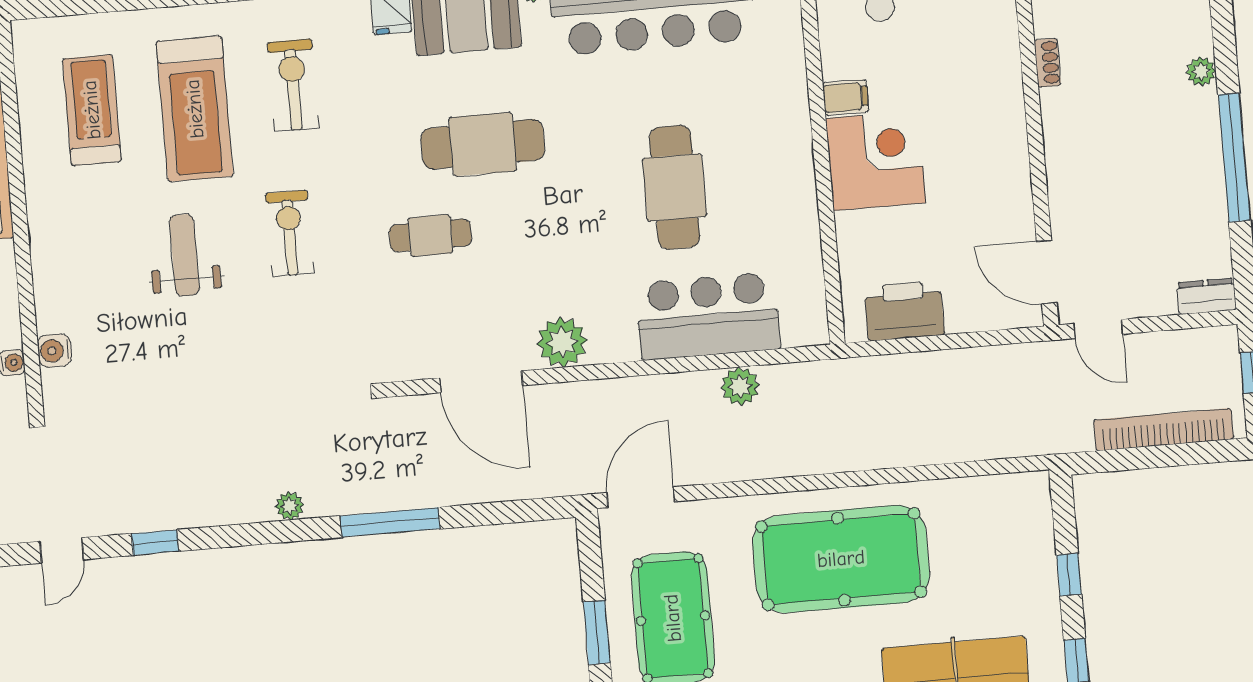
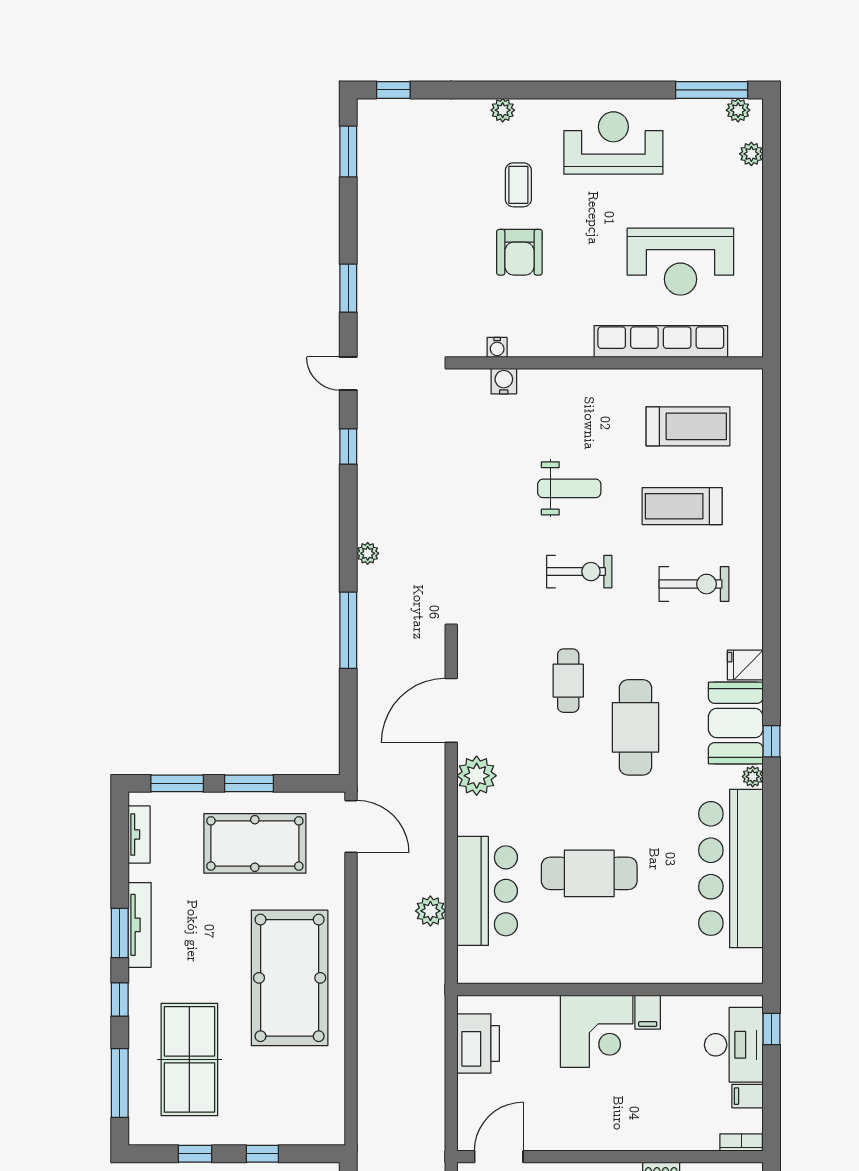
treadmill: (195, 109) -> (682, 506), width x0.73, depth x0.73

